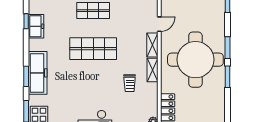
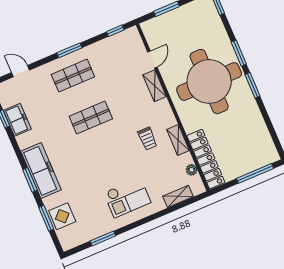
shop shelf: (93, 49) -> (91, 118), width x0.70, depth x0.74
shelving: (153, 70) -> (178, 140), moved

